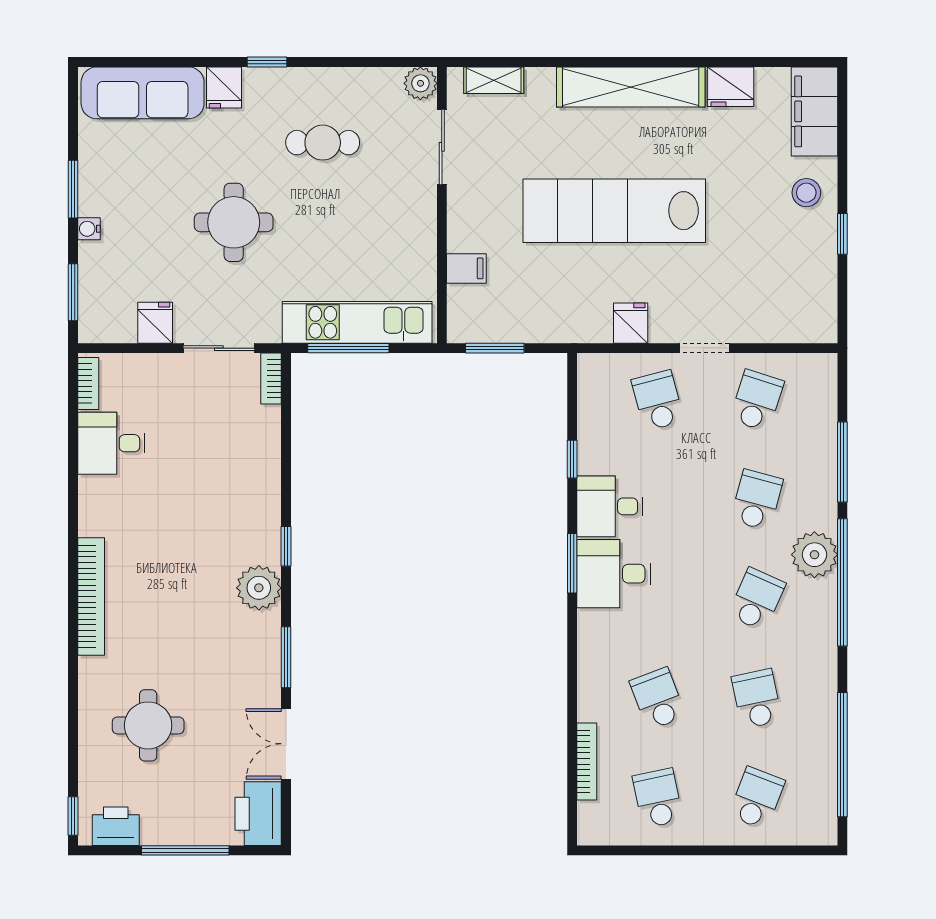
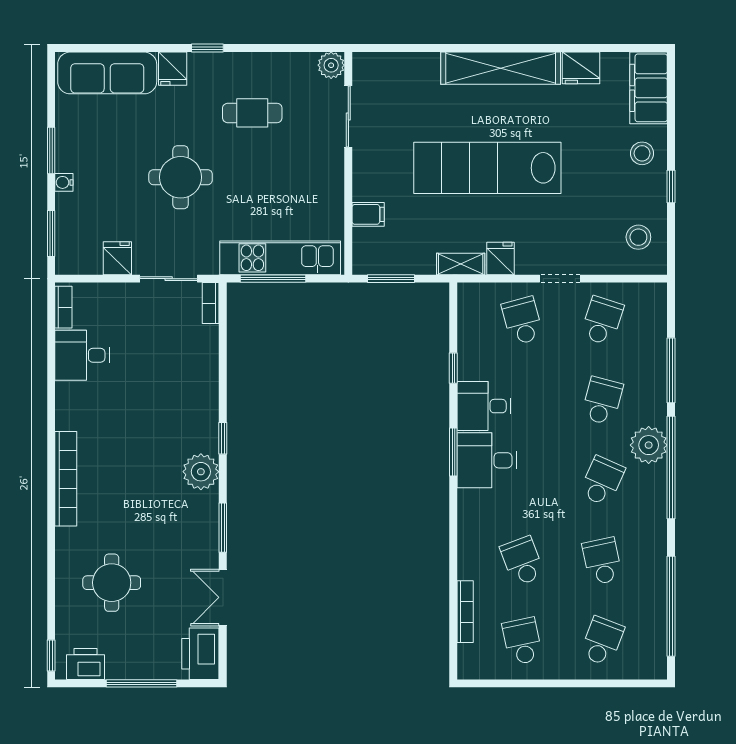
shelving: (494, 80) -> (461, 264), moved
stool: (802, 297) -> (638, 237), added

